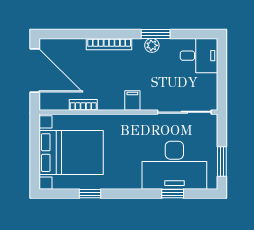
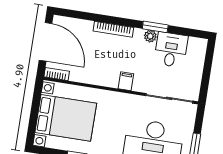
desk: (199, 56) -> (171, 50), moved, turned -90
bookcase: (83, 105) -> (57, 74), moved

